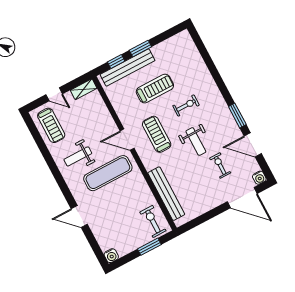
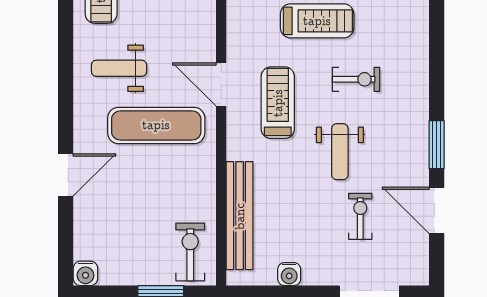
water cooler: (259, 178) -> (289, 274), moved
door: (79, 217) -> (66, 175), swing flipped

